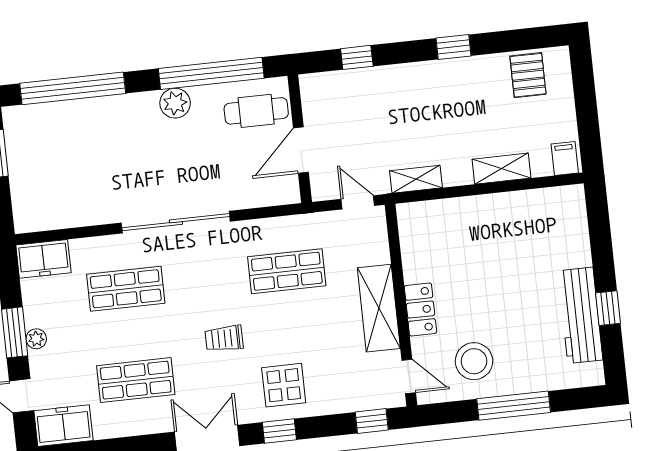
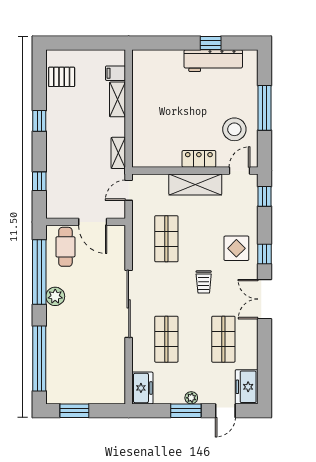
filing cabinet: (565, 159) -> (115, 73), moved

